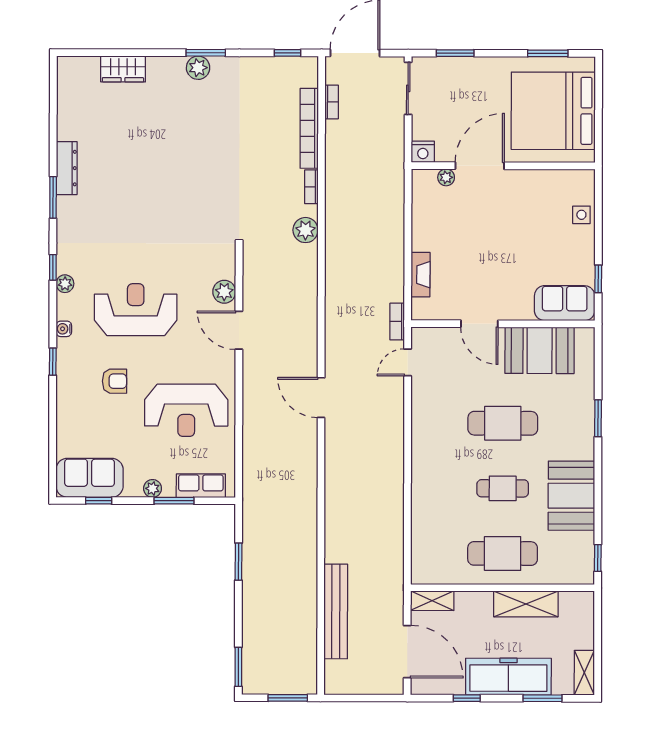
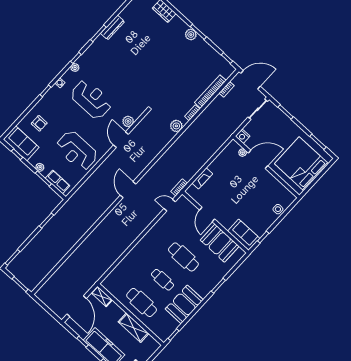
armchair: (114, 381) -> (39, 123), moved
bench: (336, 611) -> (64, 269), removed

